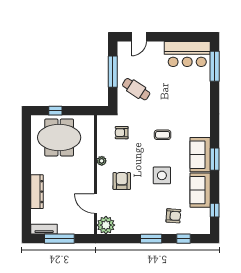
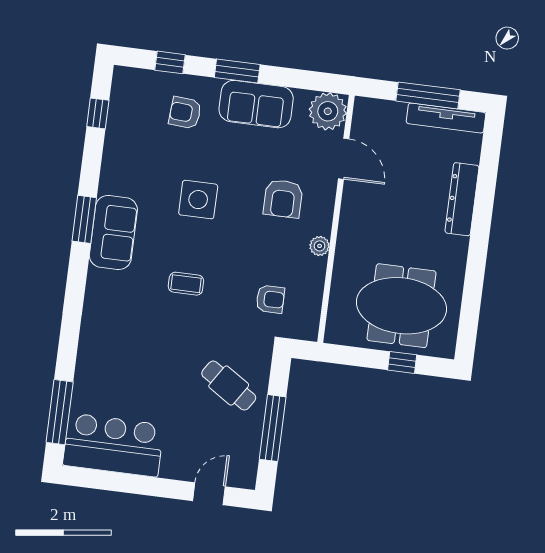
sofa: (200, 190) -> (256, 104), moved, turned 90
tv unit: (44, 229) -> (446, 118), width x1.41

